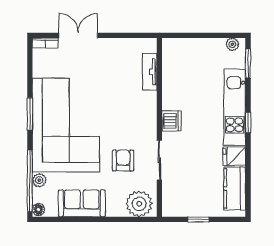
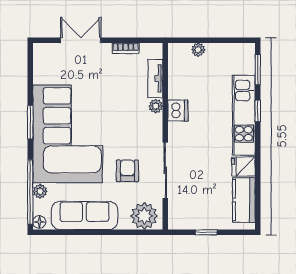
bookcase: (45, 43) -> (126, 48), moved
plant: (232, 44) -> (198, 50), moved
plant: (150, 98) -> (156, 106), added
dishwasher: (171, 121) -> (178, 111), moved
window: (248, 122) -> (258, 111), moved
sliding door: (159, 160) -> (165, 170), width x1.37
sofa: (82, 203) -> (84, 215), width x1.36

